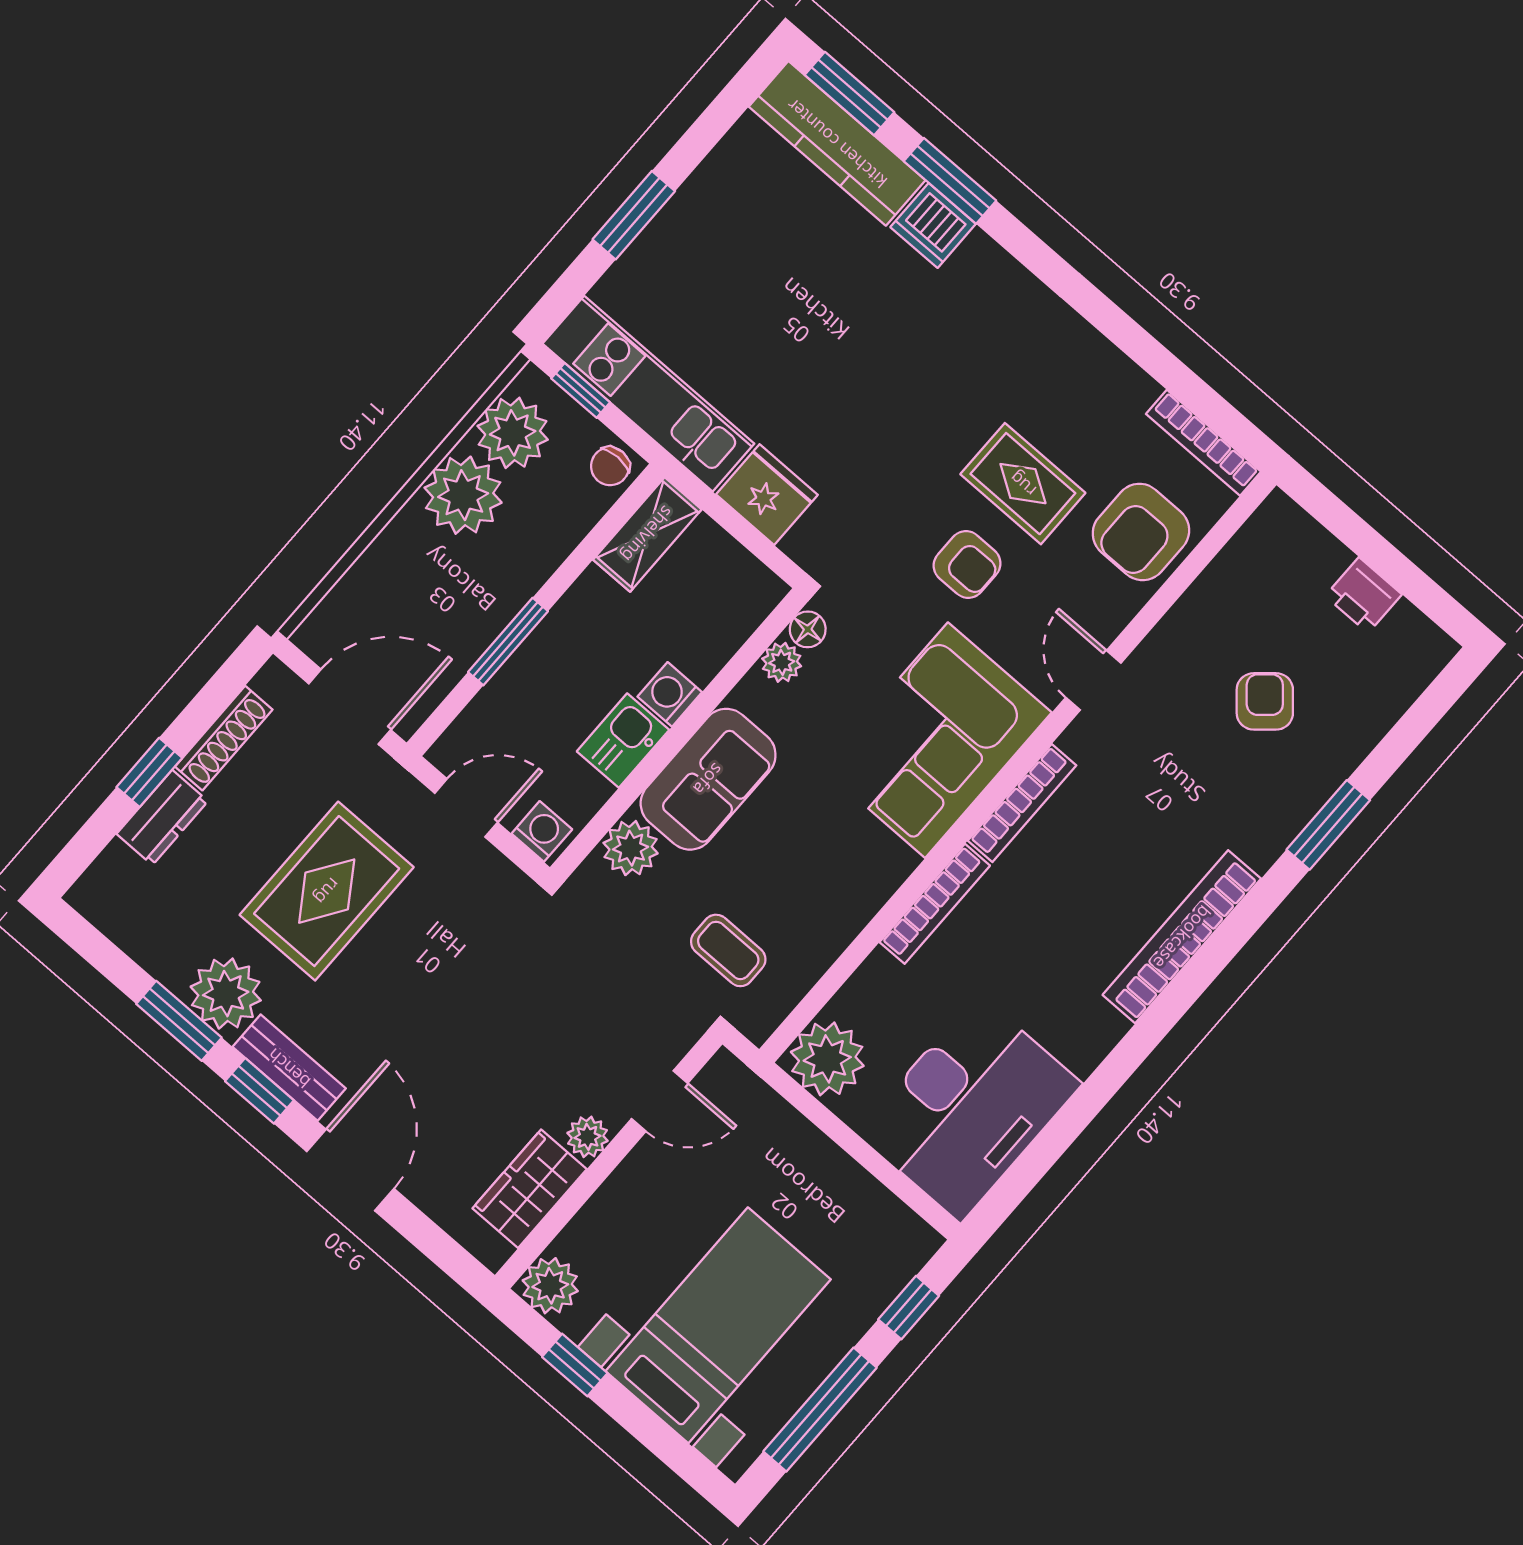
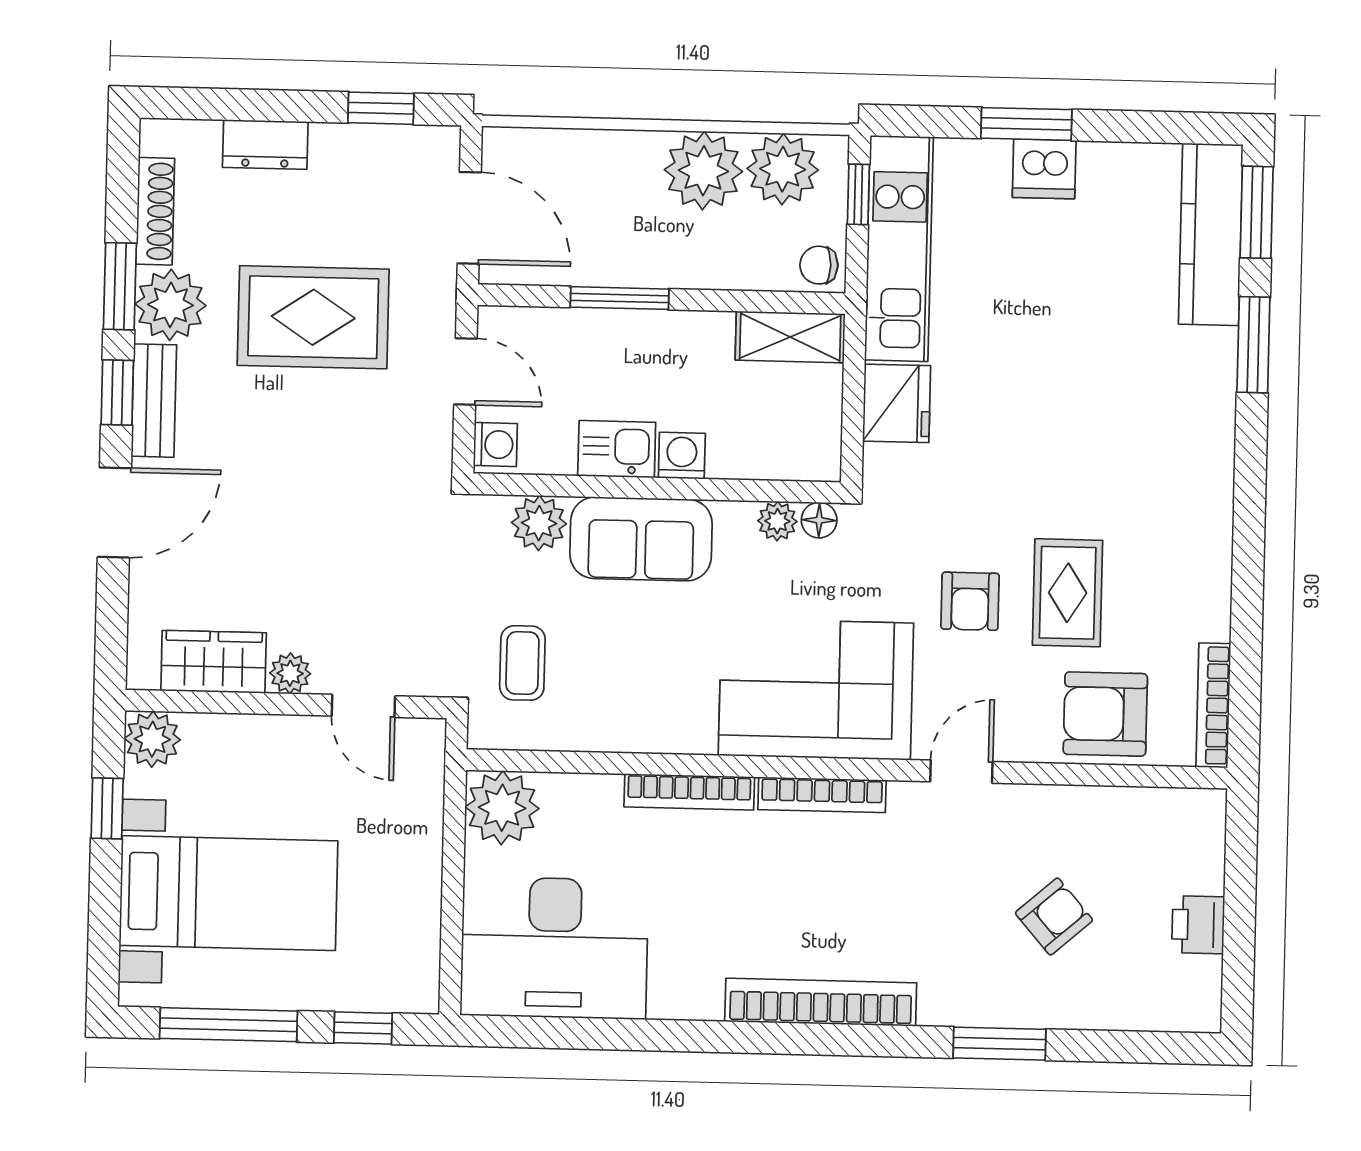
dishwasher: (933, 225) -> (1044, 169), moved, turned -90
shoe rack: (224, 738) -> (155, 211), moved, turned -90
window: (149, 772) -> (381, 108), moved

